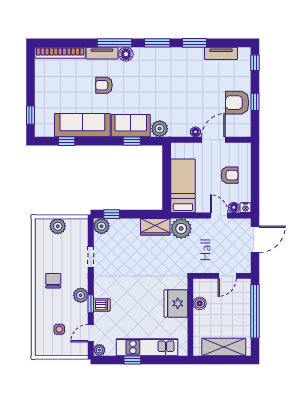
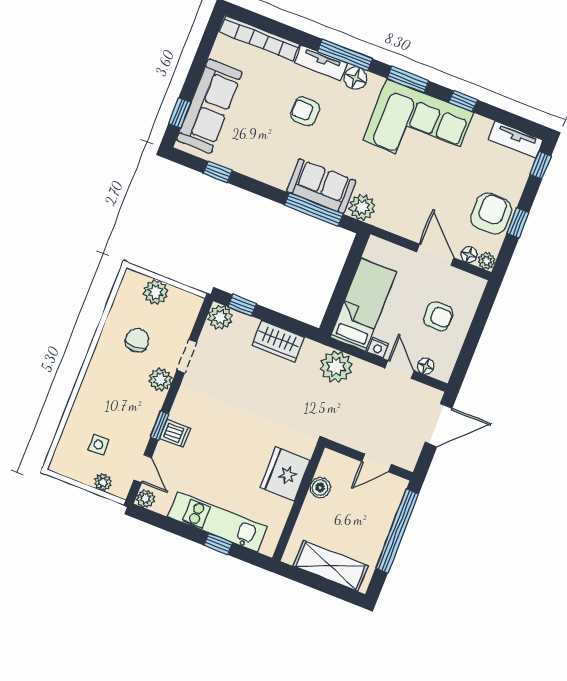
window: (195, 43) -> (463, 101), width x0.67
tv unit: (221, 53) -> (516, 140), moved
corner sofa: (174, 68) -> (418, 127), added
armchair: (237, 103) -> (491, 214), turned 90
sofa: (82, 125) -> (209, 106), moved, turned 90
plant: (245, 131) -> (486, 261), added
floor lamp: (195, 132) -> (469, 255), moved
door: (213, 140) -> (435, 255), hinge flipped
window: (132, 141) -> (314, 210), width x2.17
nightstand: (245, 208) -> (378, 348), moved
wardrobe: (155, 227) -> (278, 341), moved
chair: (53, 281) -> (137, 340), moved
plant: (81, 295) -> (160, 379), moved
door: (91, 333) -> (143, 469), swing flipped
plant: (71, 350) -> (103, 482), added
window: (132, 360) -> (218, 544), moved

